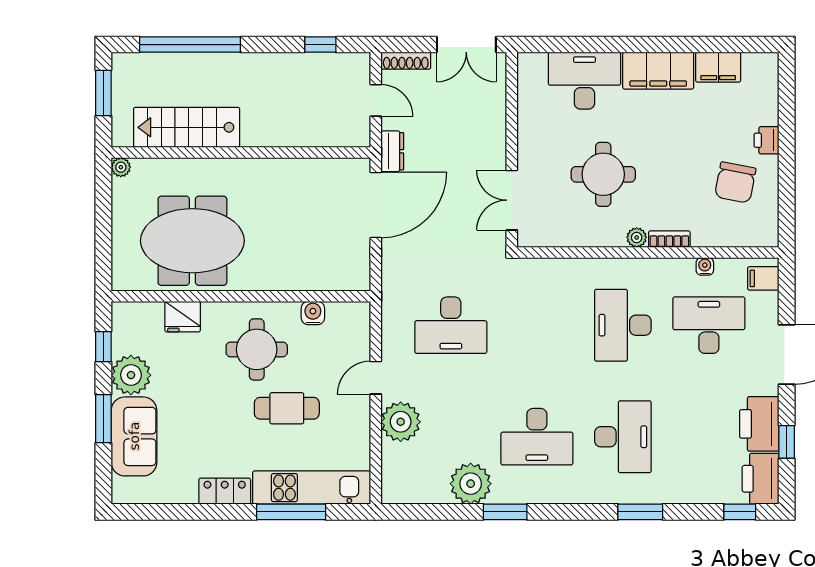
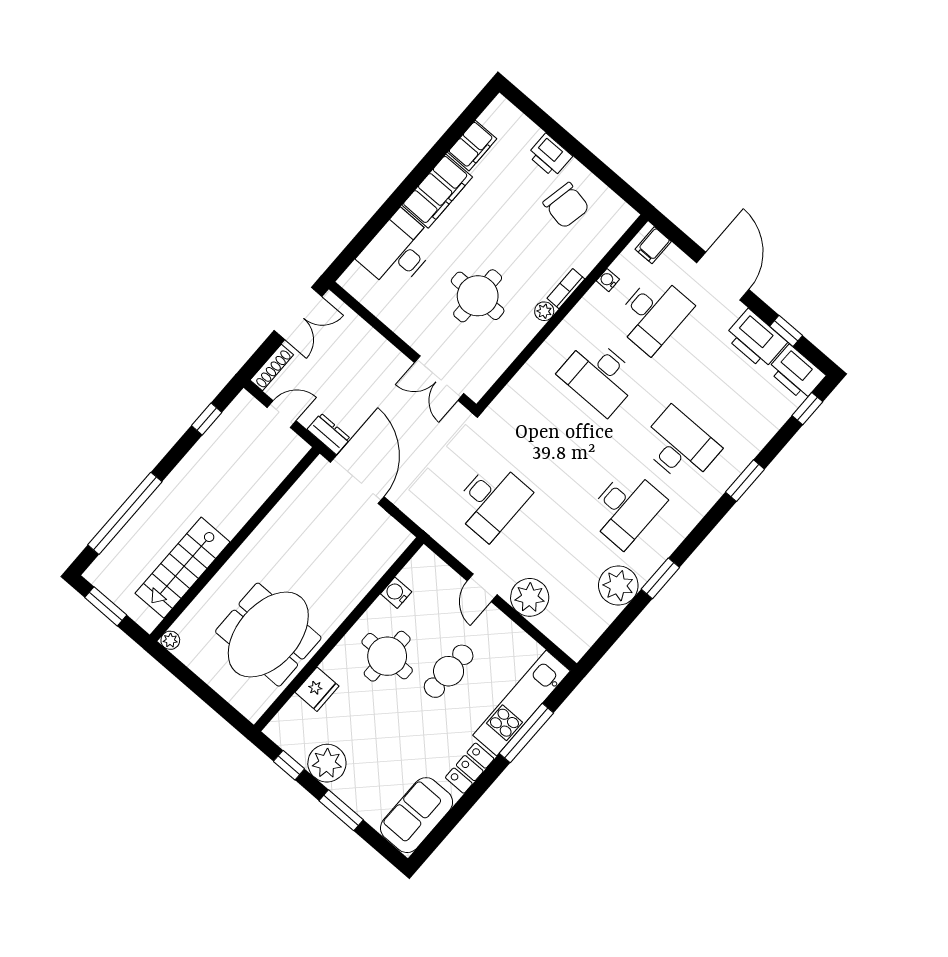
printer: (766, 140) -> (550, 155), width x1.36, depth x1.24
desk: (709, 325) -> (653, 314), turned 180
sofa: (134, 436) -> (417, 815), moved, turned -90

